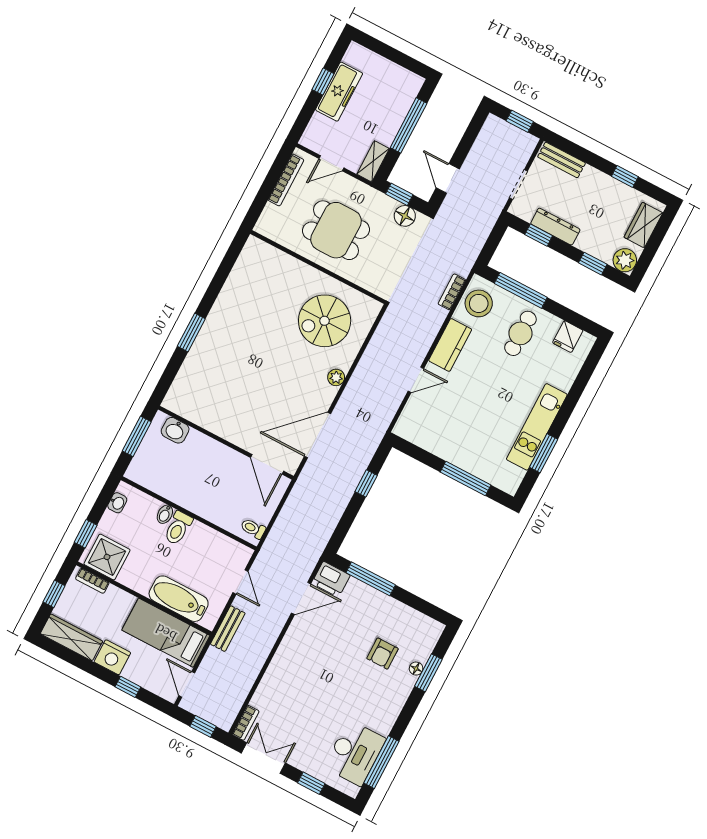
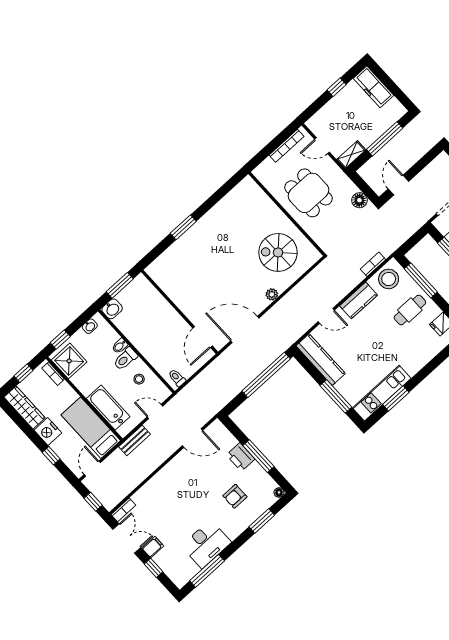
freezer: (339, 92) -> (373, 87), moved, turned 90
window: (399, 194) -> (361, 184), removed
kitchen unit: (537, 427) -> (382, 393), moved
washbasin: (175, 430) -> (112, 309), moved, turned -90
kitchen counter: (429, 438) -> (321, 360), added
window: (366, 483) -> (266, 375), width x3.17
stool: (205, 548) -> (139, 379), added
printer: (331, 579) -> (241, 457), moved
window: (371, 579) -> (258, 456), moved
door: (240, 582) -> (155, 411), swing flipped
floor lamp: (416, 669) -> (279, 492), moved
desk: (355, 753) -> (206, 544), moved
filing cabinet: (301, 757) -> (153, 547), added

